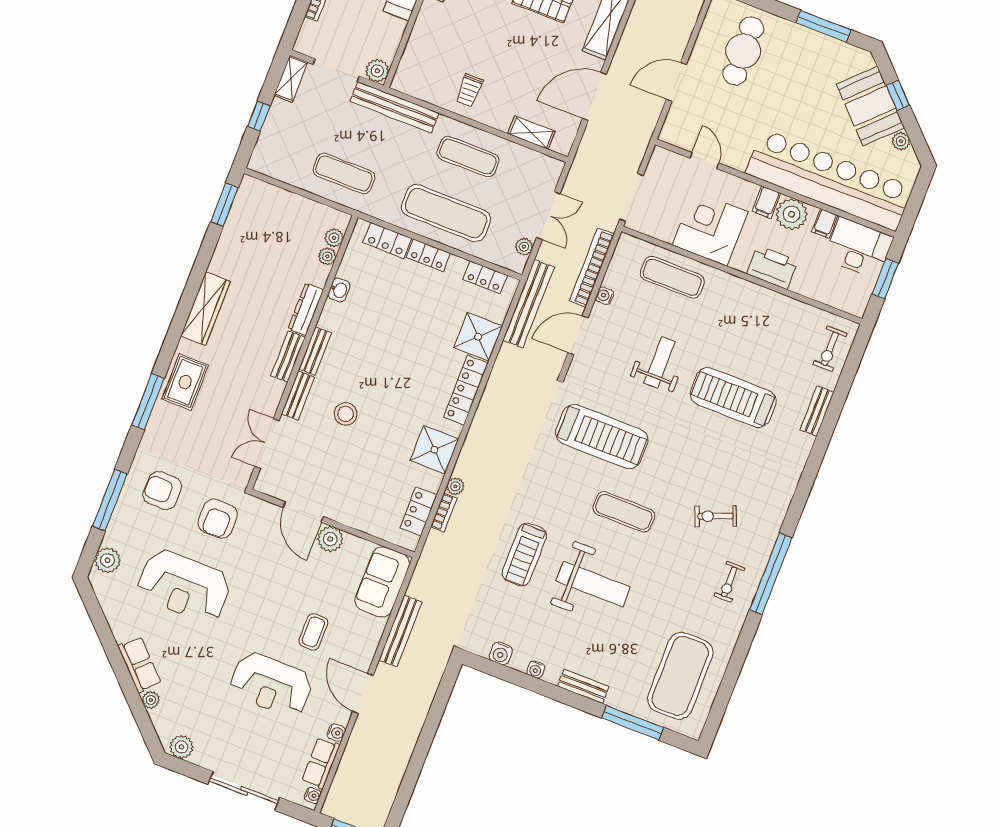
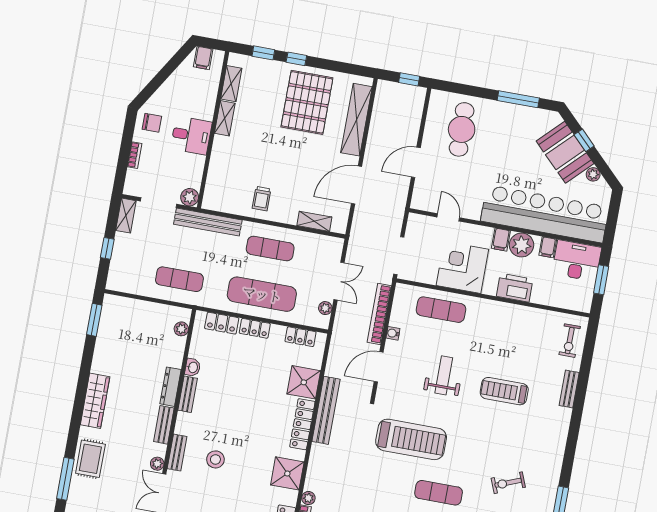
plant: (327, 256) -> (157, 464), moved
bench: (529, 304) -> (326, 410), moved
bench: (315, 351) -> (188, 394), moved
treadmill: (733, 398) -> (504, 391), width x0.73, depth x0.73

